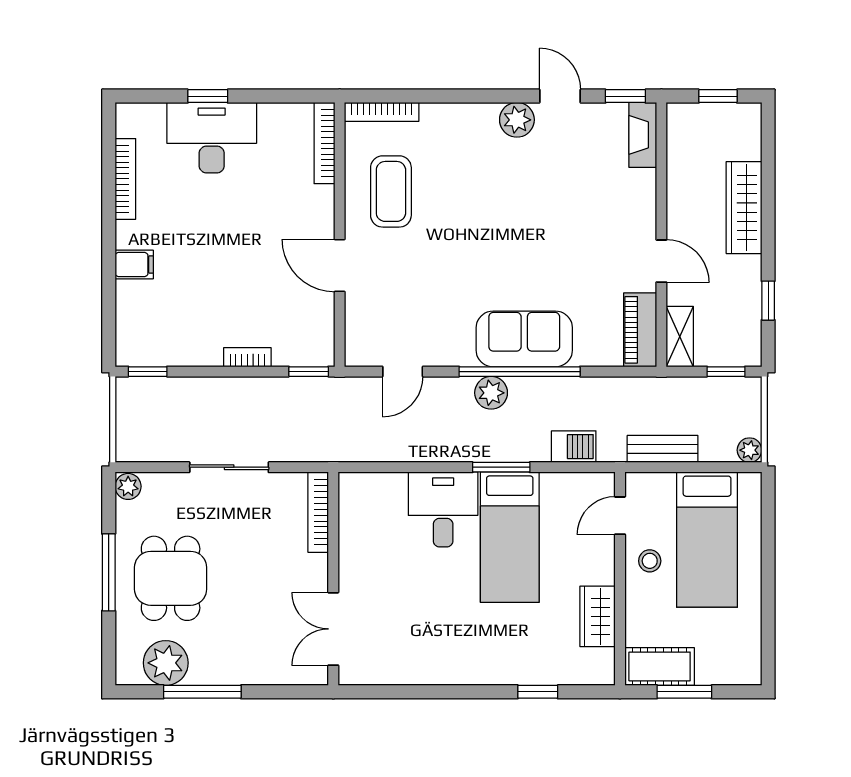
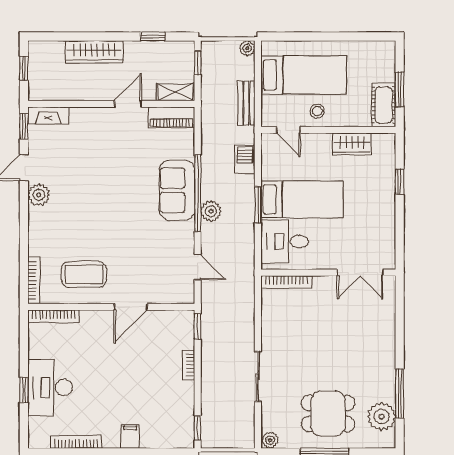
bookcase: (318, 512) -> (286, 282), moved
wall: (333, 579) -> (328, 273), moved
double door: (333, 629) -> (360, 273), moved

